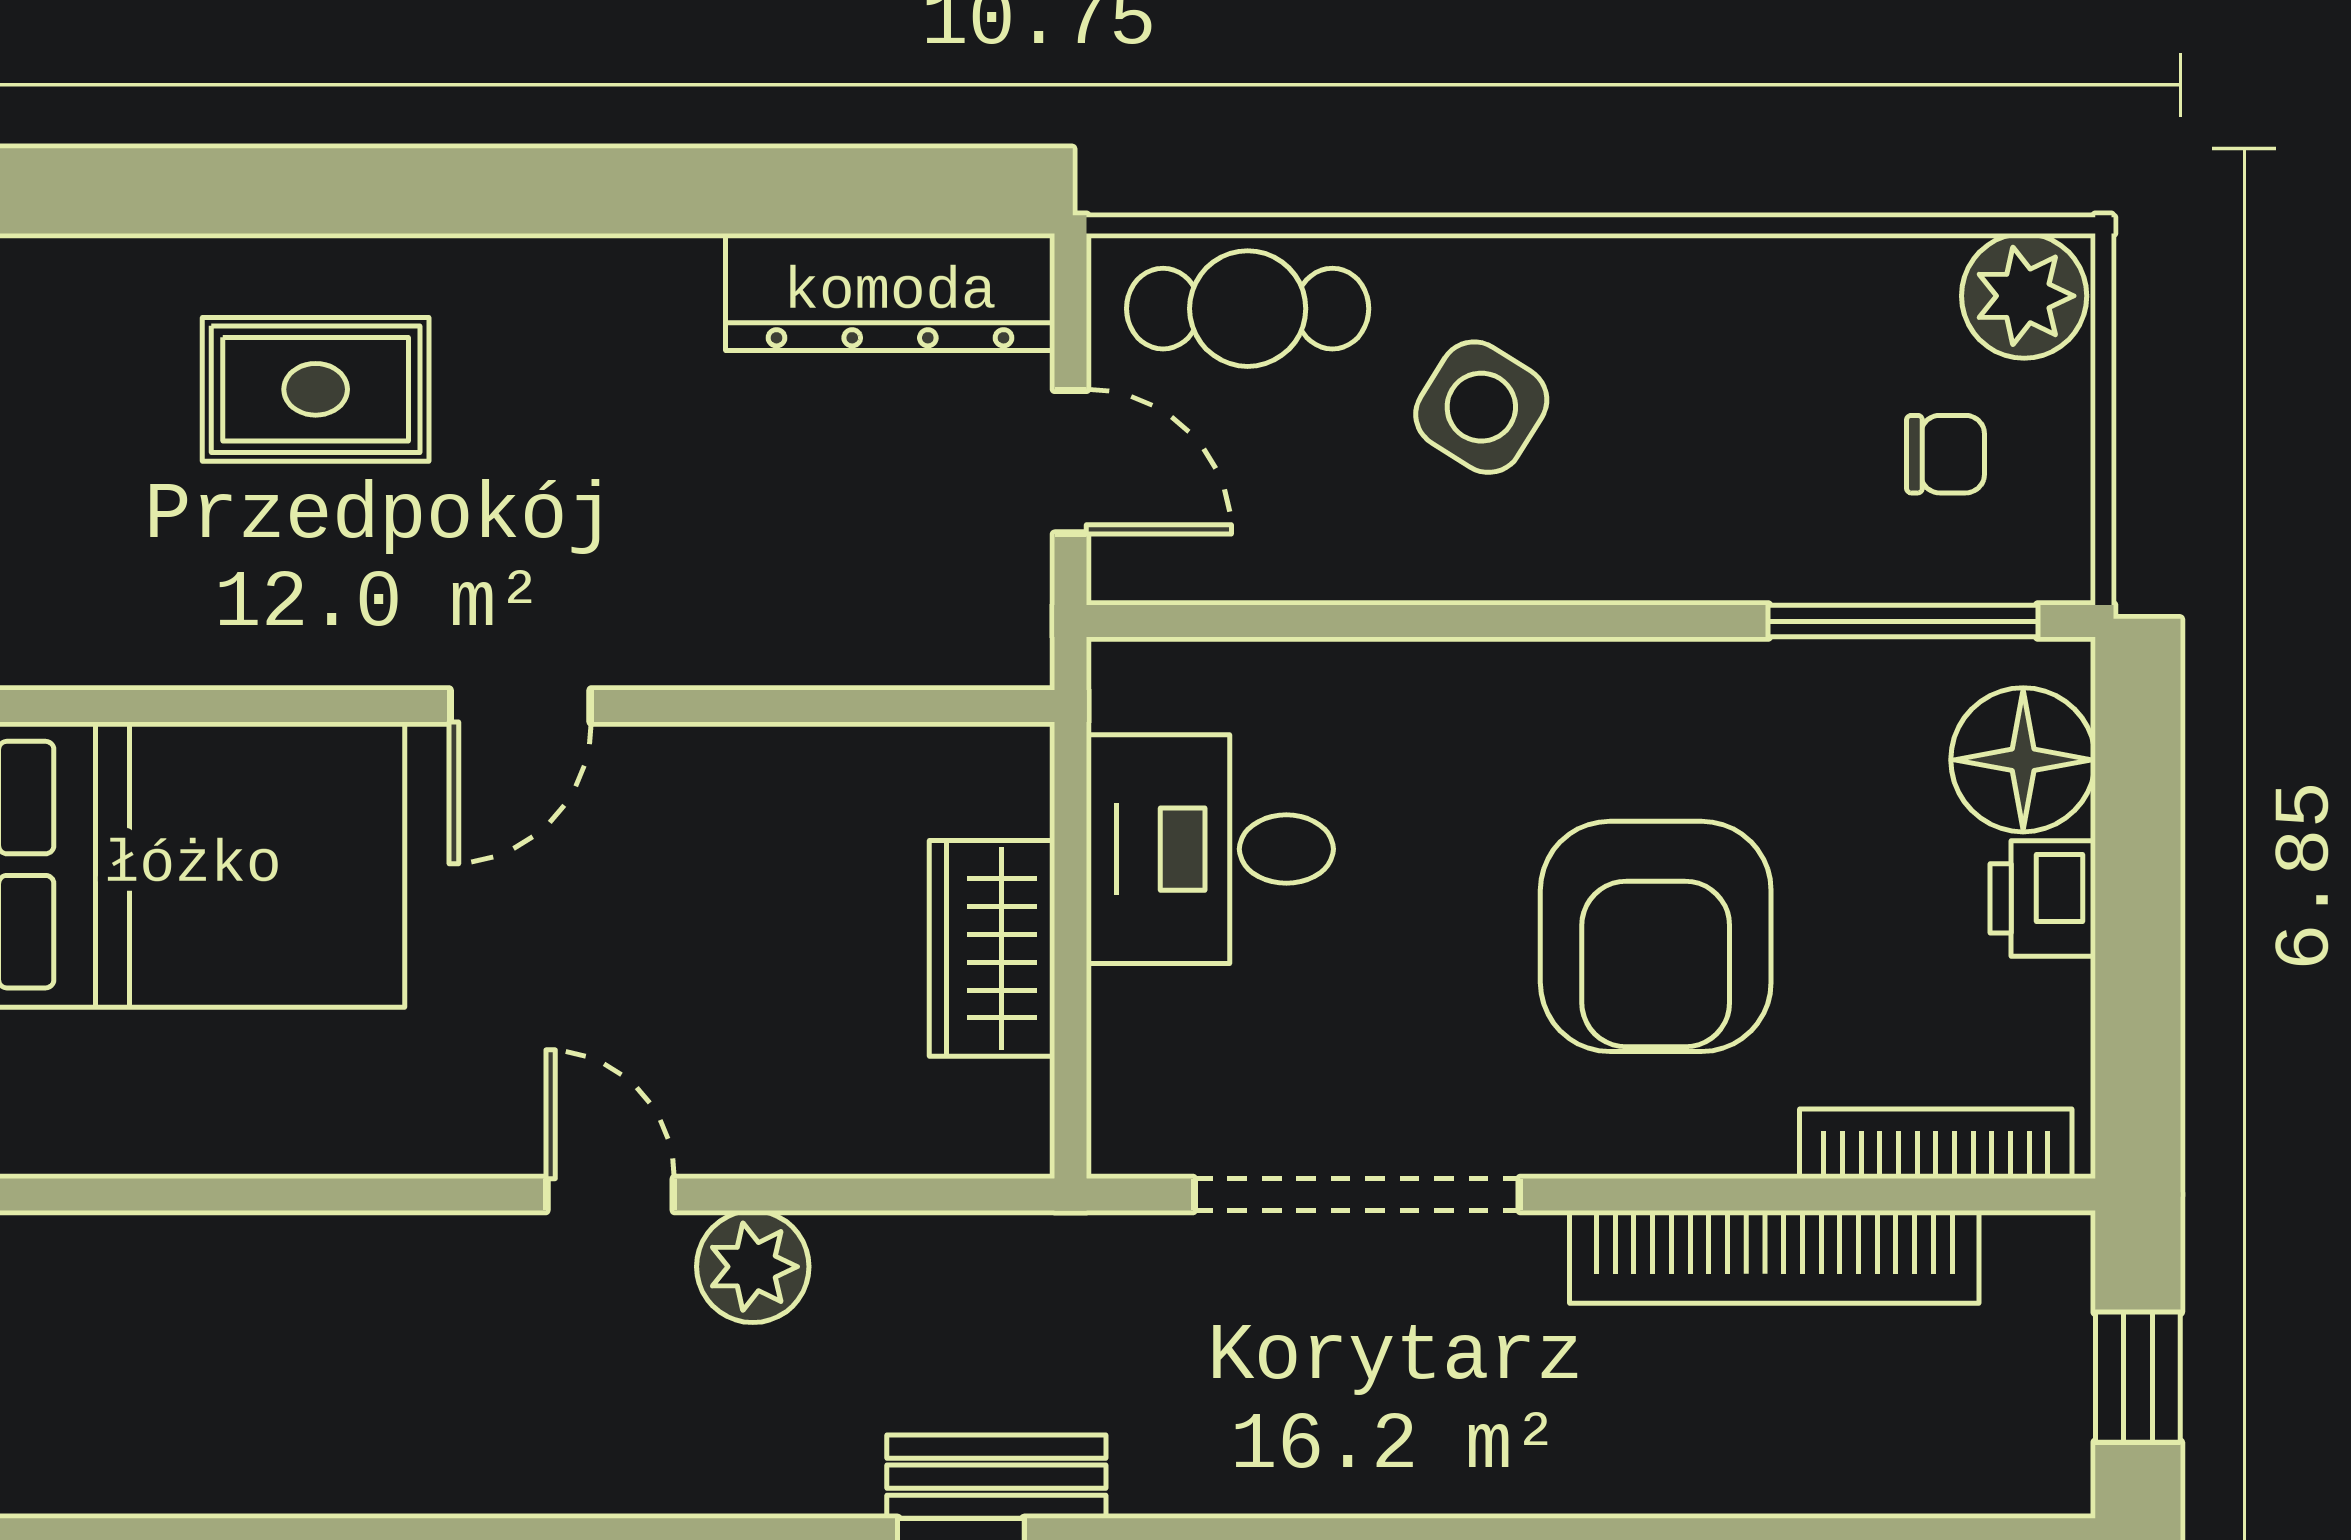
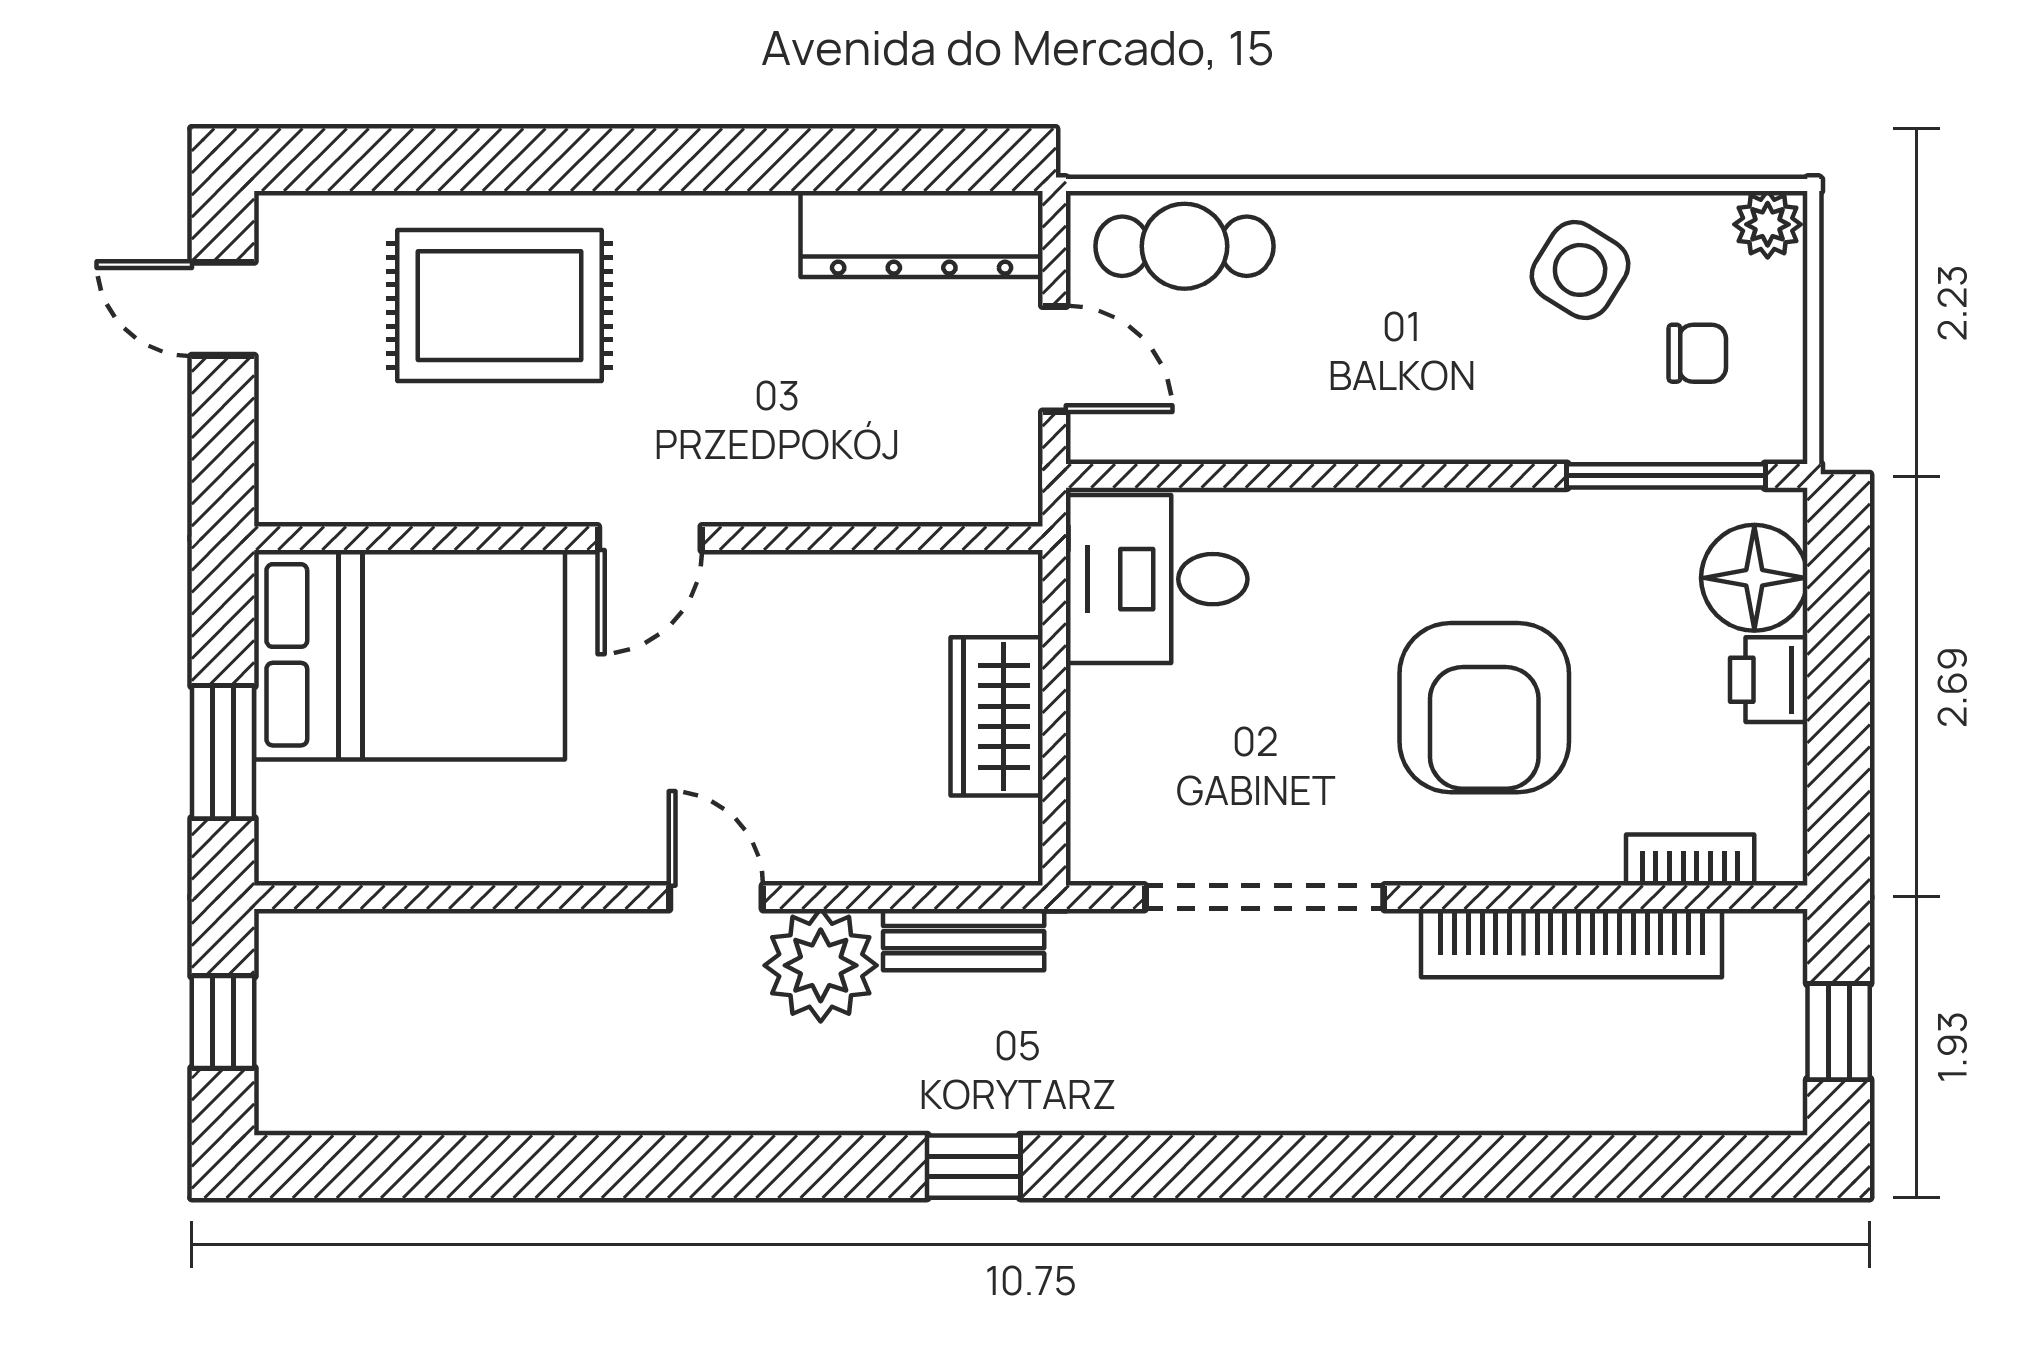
plant: (2024, 296) -> (1768, 224), width x0.73, depth x0.73
rug: (316, 389) -> (500, 306), width x1.36, depth x1.43
side table: (1481, 407) -> (1580, 270), moved
desk: (1210, 849) -> (1157, 579), moved
bookcase: (1936, 1144) -> (1690, 860), width x0.64
plant: (753, 1267) -> (821, 965), width x1.36, depth x1.36
bench: (996, 1477) -> (964, 940), moved

